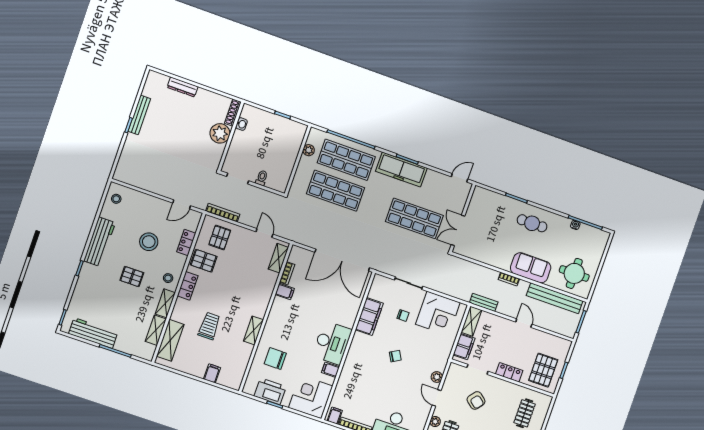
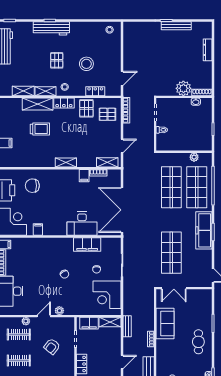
door: (182, 204) -> (122, 78), swing flipped
double door: (458, 230) -> (174, 288), swing flipped
workbench: (99, 242) -> (51, 28), moved
sofa: (531, 268) -> (165, 323), moved
shelving: (253, 330) -> (66, 163), moved
shelving: (170, 340) -> (38, 104), moved
desk: (332, 343) -> (82, 224), moved
chair: (275, 359) -> (32, 186), turned -90

